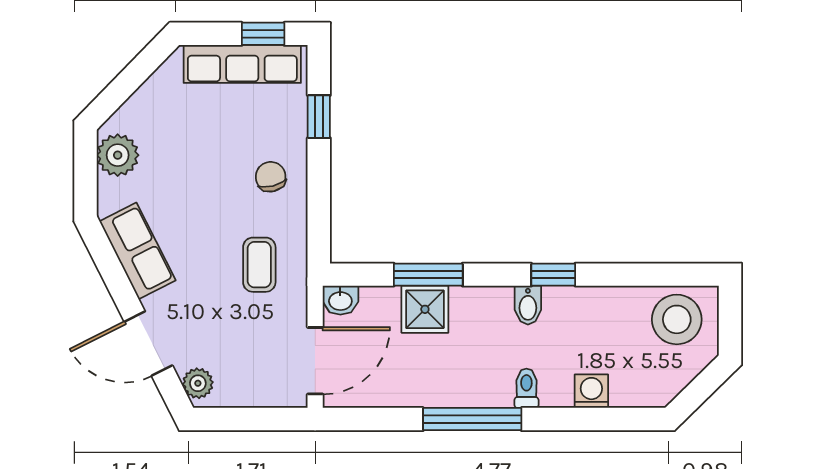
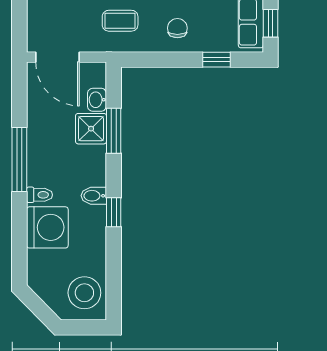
chair: (271, 177) -> (177, 28), turned -76
washbasin: (340, 300) -> (97, 100), moved
washing machine: (591, 391) -> (47, 227), width x1.89, depth x1.89

